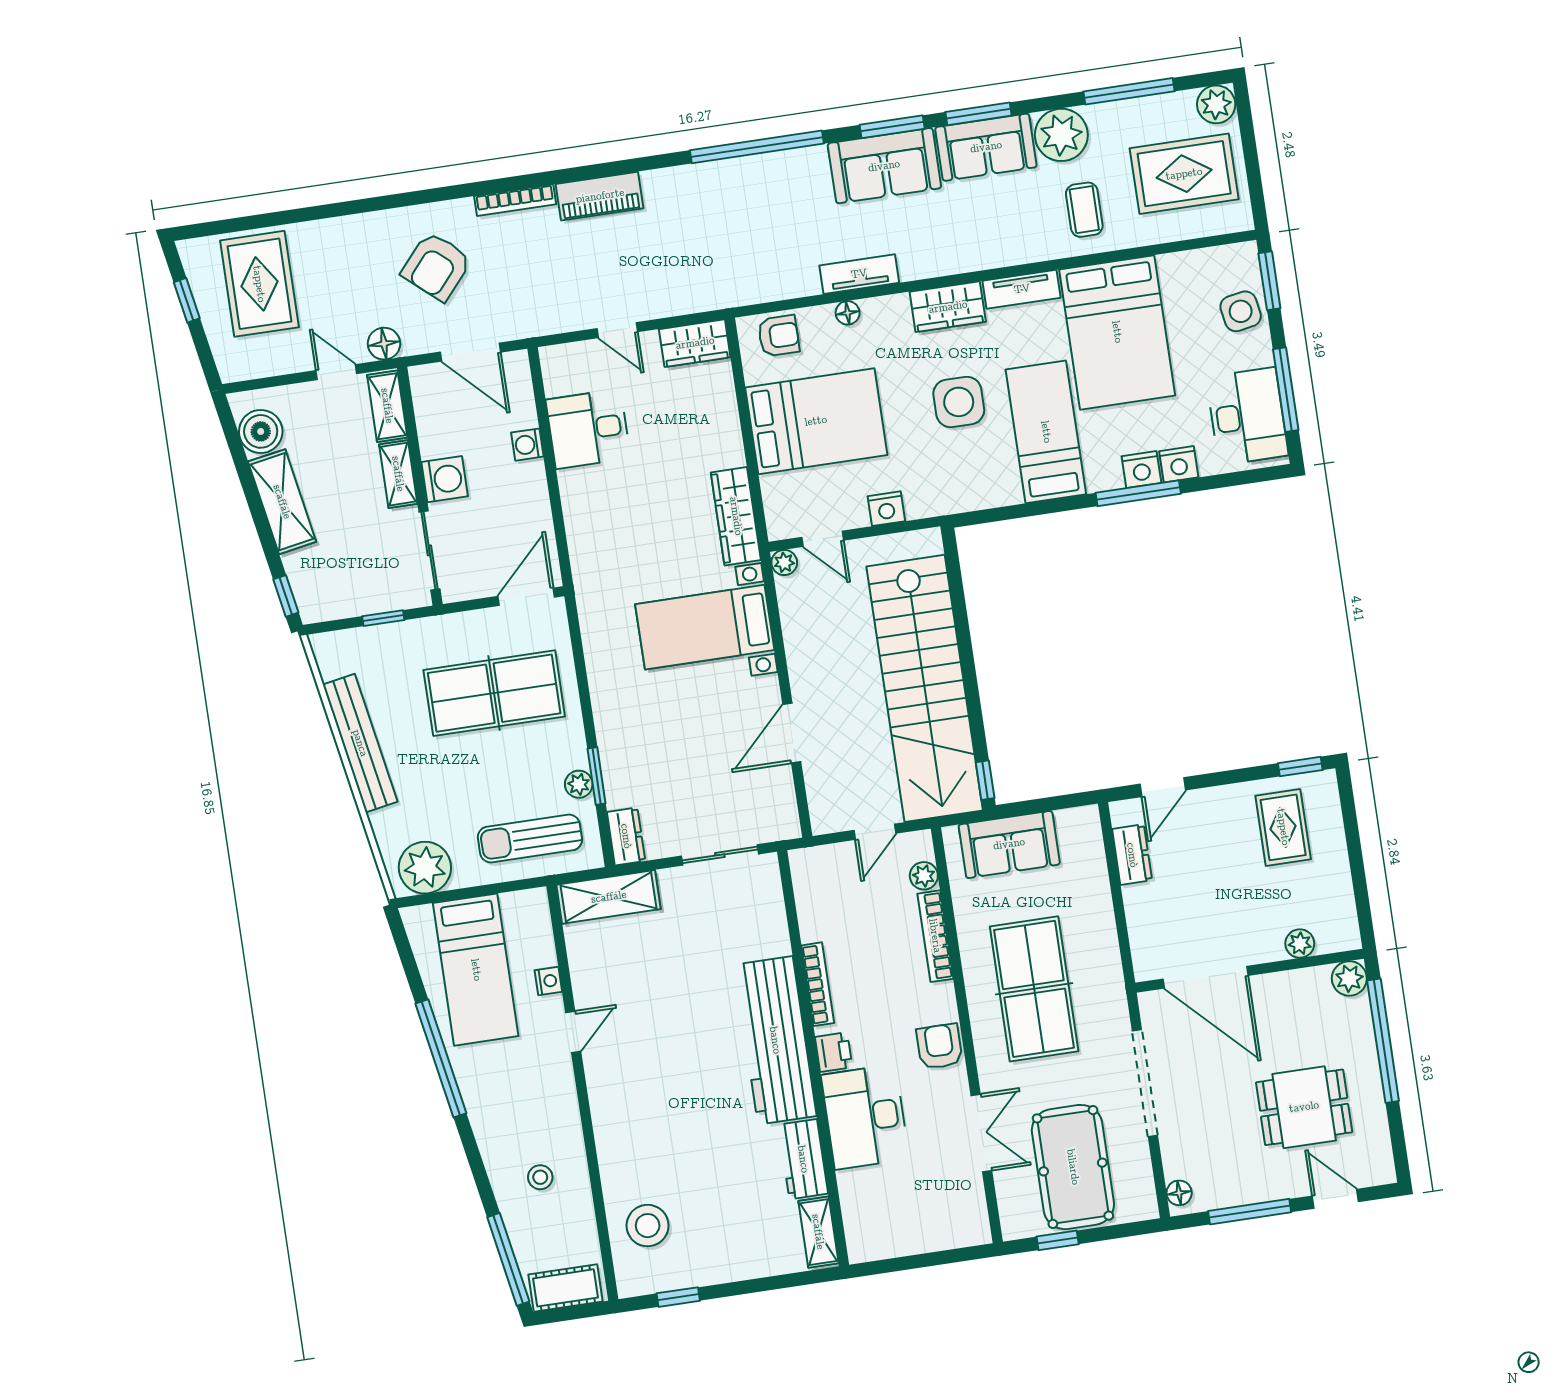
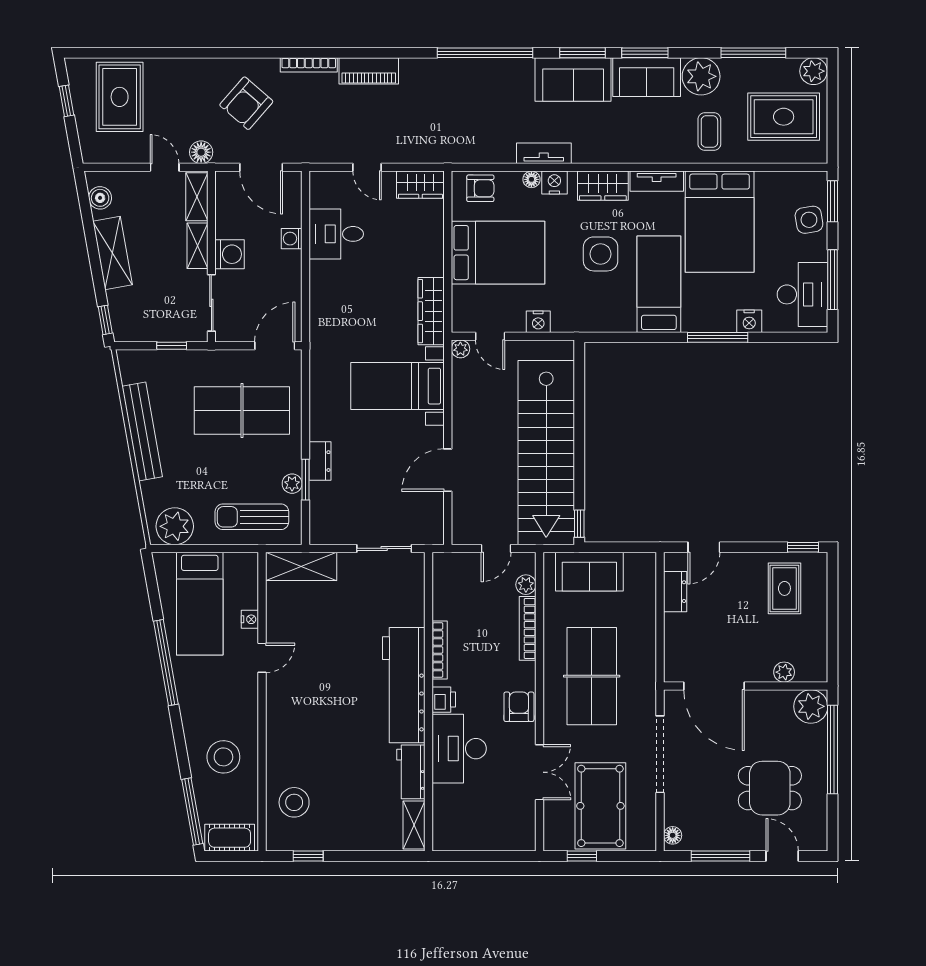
boiler: (261, 431) -> (100, 198), width x0.73, depth x0.73
nightstand: (1141, 470) -> (554, 183), moved, turned 180
dresser: (626, 836) -> (320, 461), moved
plant: (1349, 978) -> (811, 706), width x1.36, depth x1.36
stool: (540, 1177) -> (223, 757), width x1.89, depth x1.89

